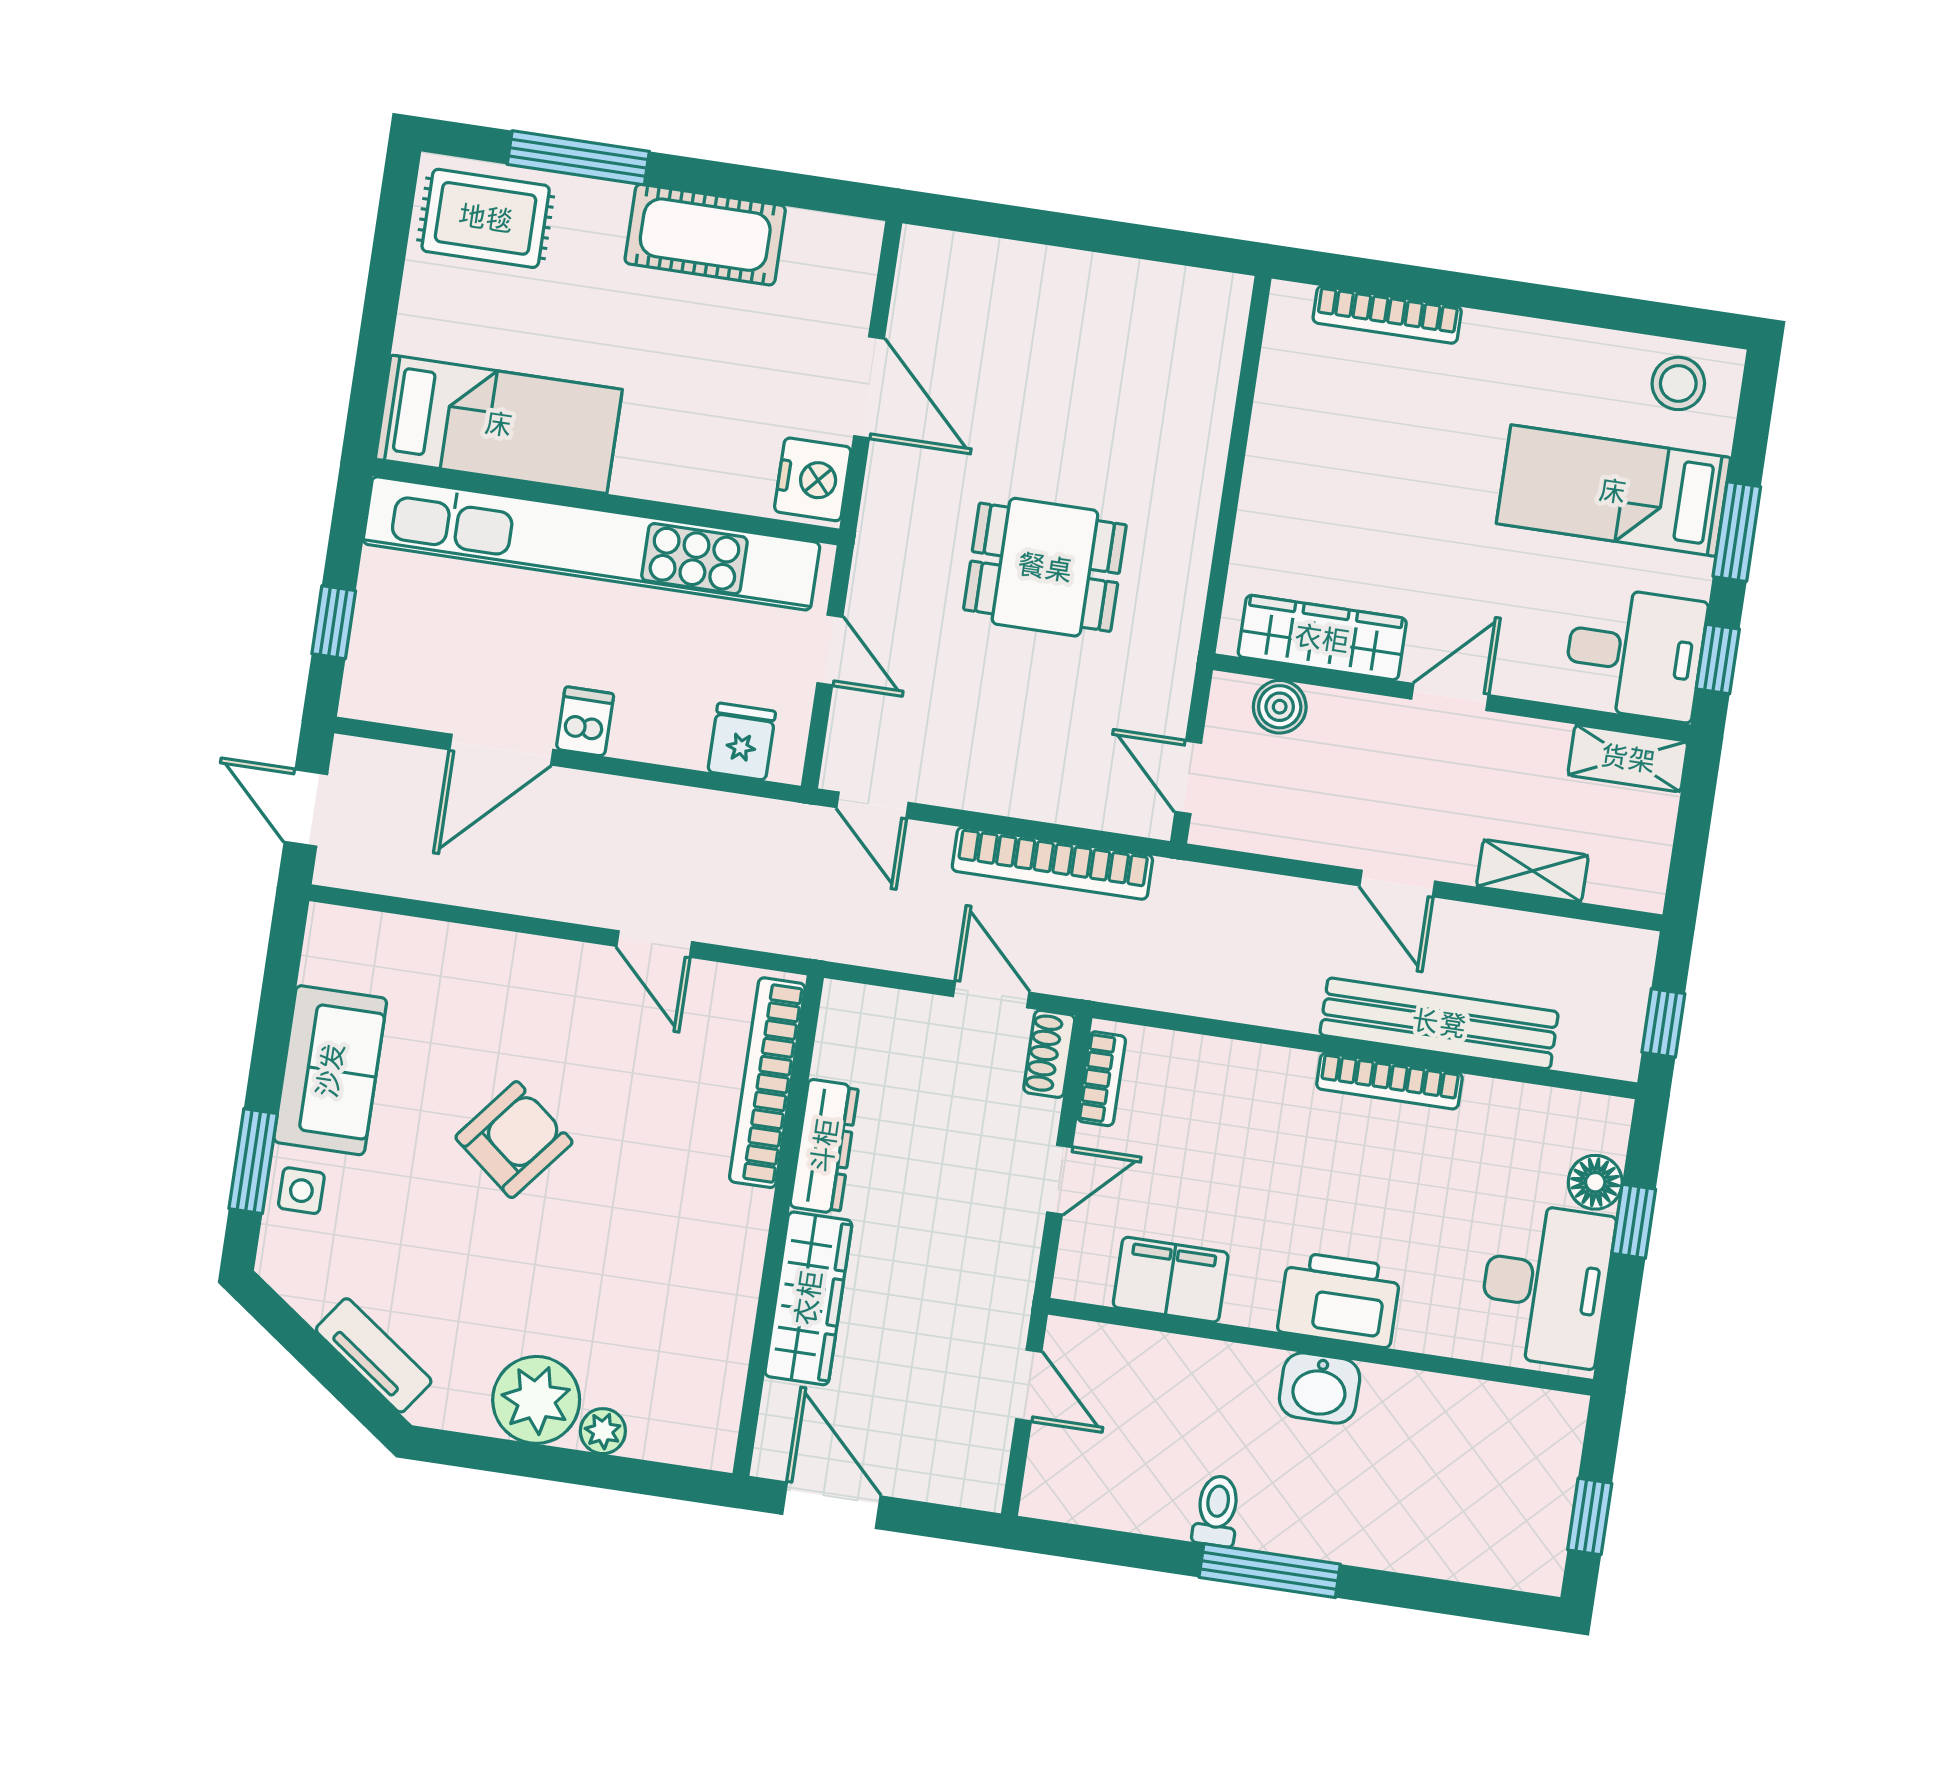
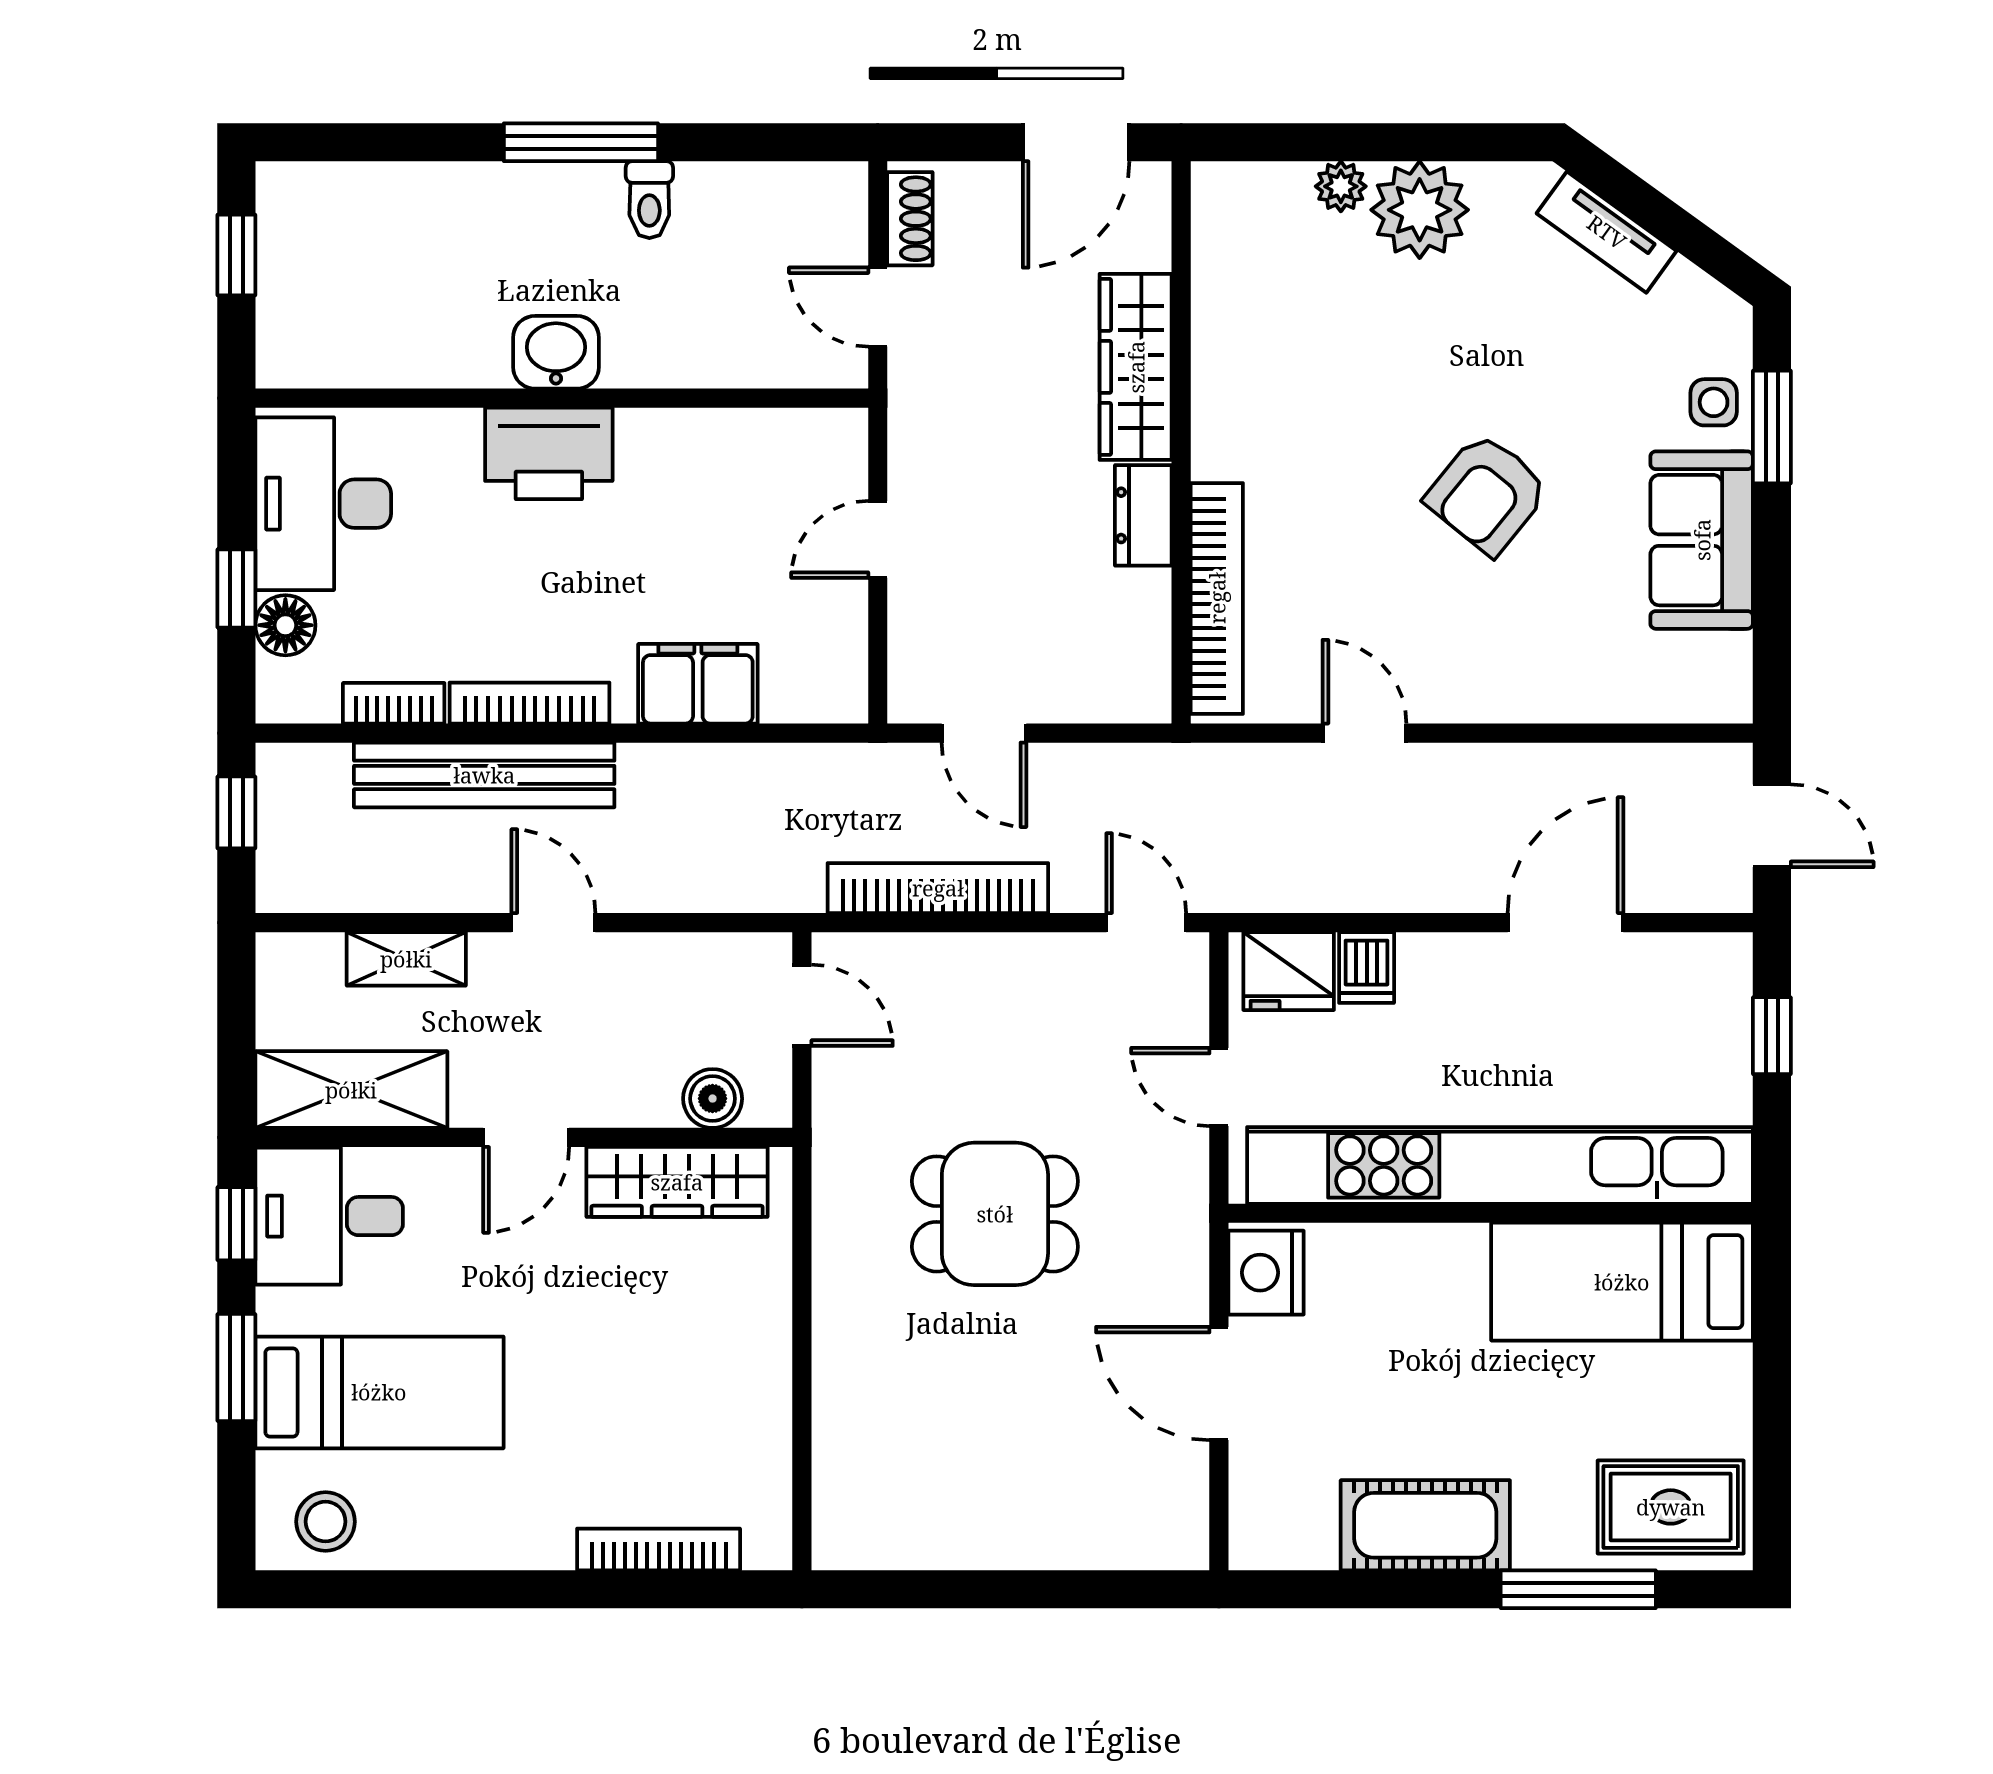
dishwasher: (585, 721) -> (1367, 968), moved
fridge: (742, 742) -> (1289, 971), width x1.38
shelving: (1628, 758) -> (351, 1090), width x1.50, depth x1.33
shoe rack: (1049, 1054) -> (910, 219), moved
bookcase: (1102, 1079) -> (394, 703), moved, turned 90
dresser: (824, 1146) -> (1143, 515), width x0.70
filing cabinet: (1171, 1280) -> (698, 684), moved, turned 180
door: (831, 1505) -> (1076, 142), hinge flipped

